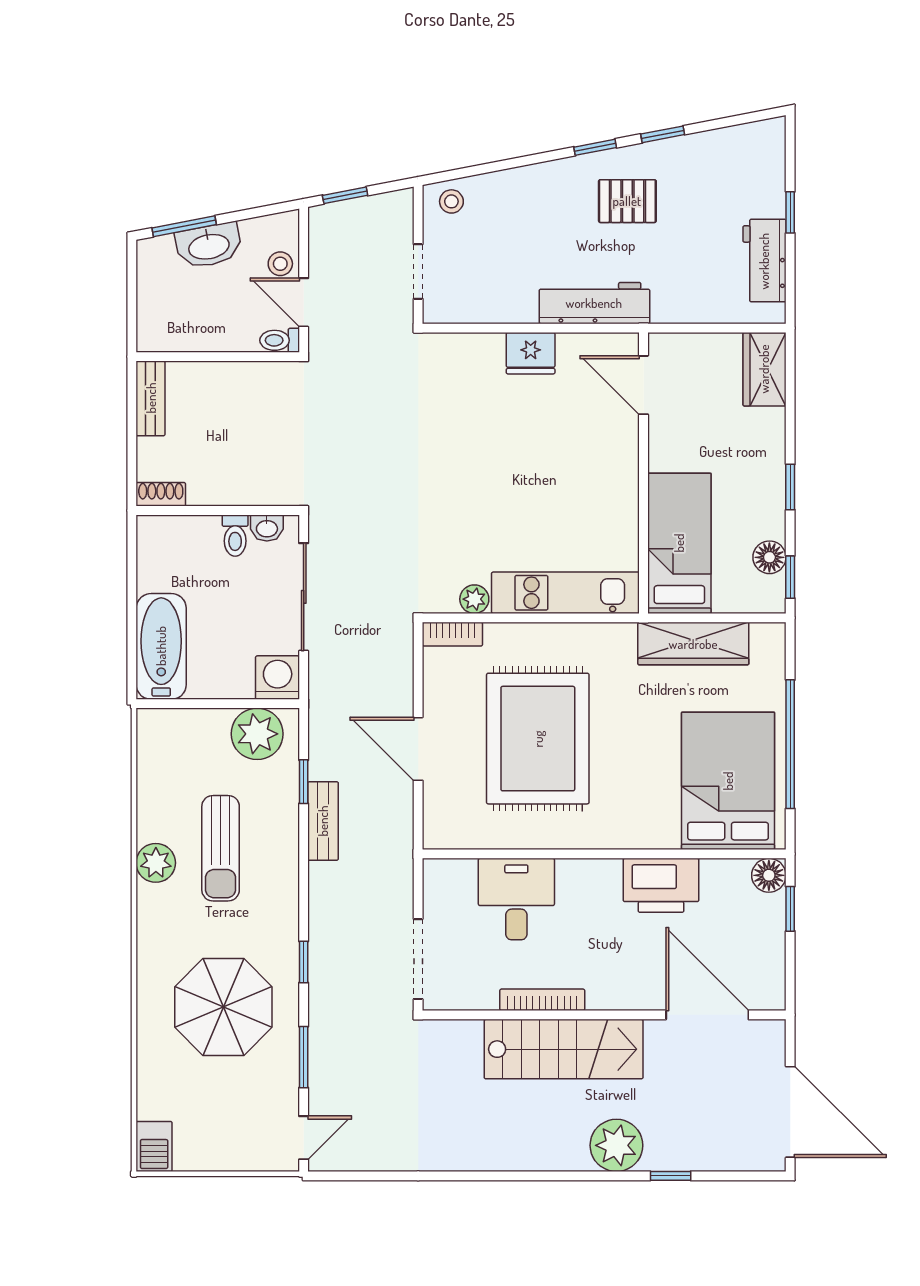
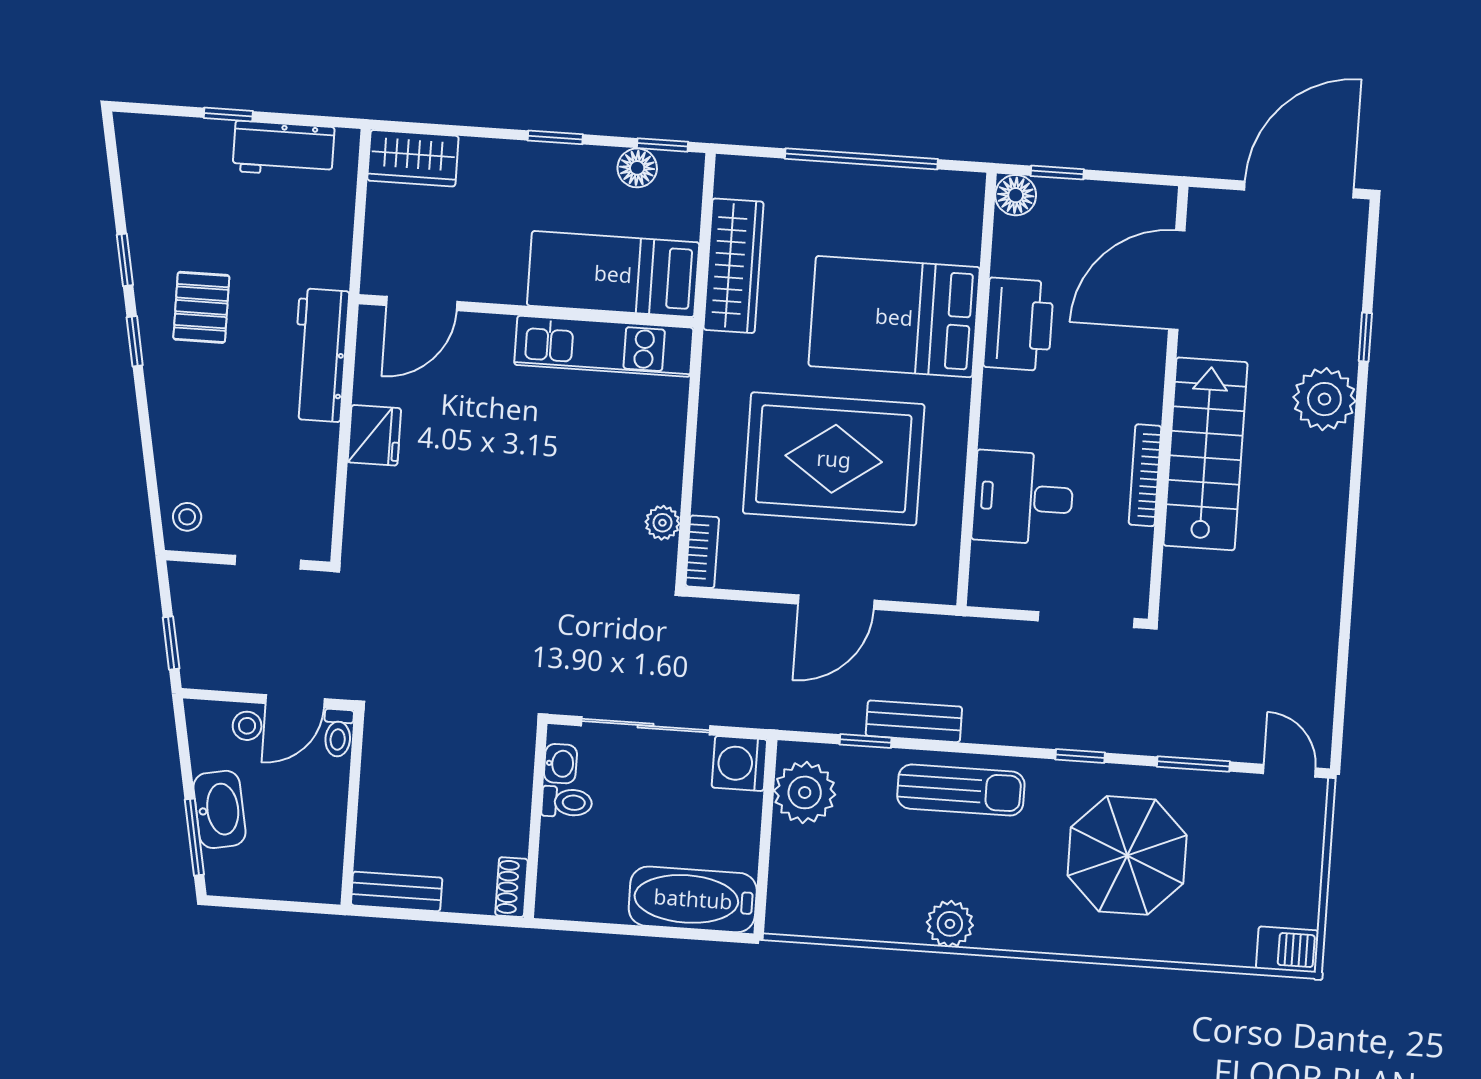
kitchen unit: (565, 593) -> (604, 346), moved, turned -90
bed: (728, 781) -> (894, 317), moved
sun lounger: (221, 848) -> (961, 790), moved

